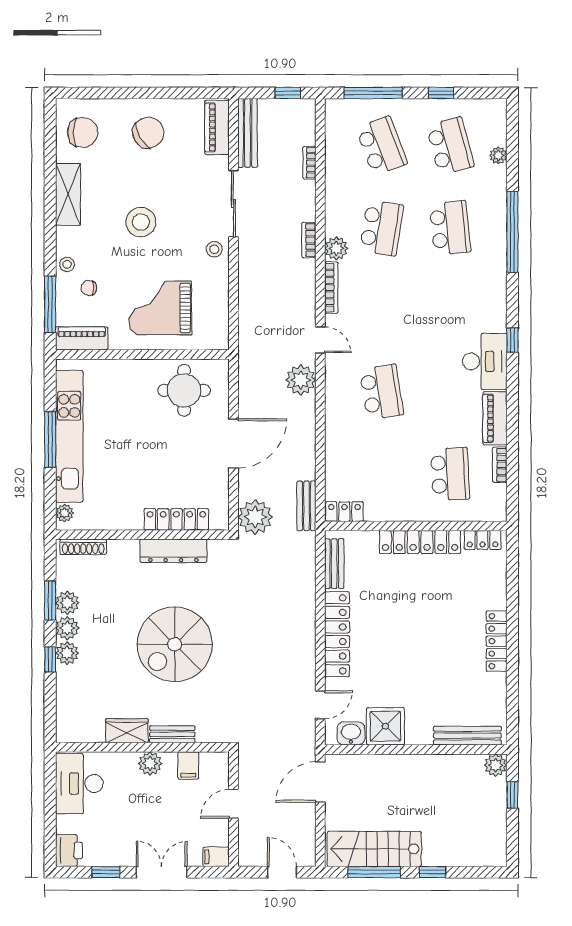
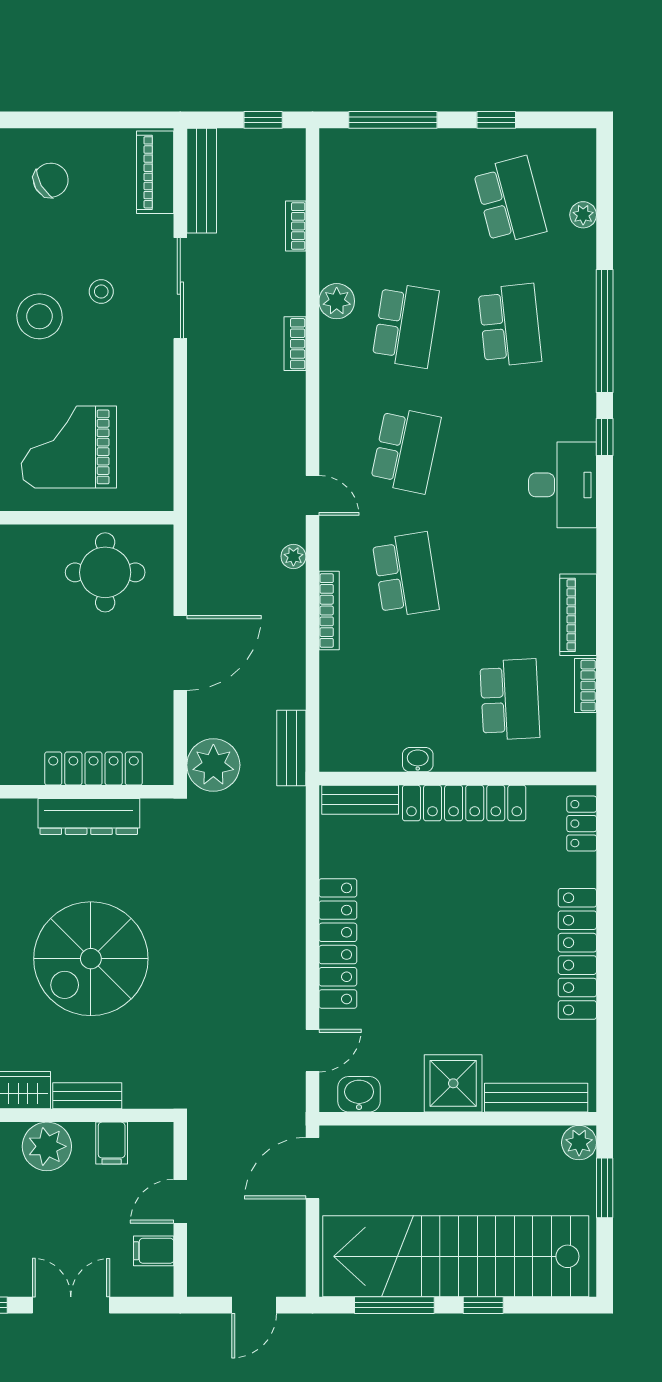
chair: (148, 133) -> (51, 180), width x0.73, depth x0.73
school desk: (382, 146) -> (406, 450), moved, turned 33
plant: (336, 248) -> (337, 301), moved
stool: (214, 249) -> (101, 292), moved
bookcase: (331, 288) -> (329, 611), moved
window: (512, 340) -> (605, 437), moved
desk: (485, 361) -> (563, 485), moved
plant: (301, 380) -> (293, 556), width x0.53, depth x0.53
locker: (344, 512) -> (349, 757), removed
washbasin: (390, 514) -> (418, 760), added
locker: (482, 540) -> (582, 824), moved, turned 90
bench: (334, 564) -> (360, 800), moved, turned 90
locker: (497, 641) -> (577, 954), width x1.41, depth x1.21
shower: (385, 726) -> (453, 1083), moved
plant: (150, 763) -> (47, 1146), width x1.36, depth x1.36
window: (512, 795) -> (605, 1188), width x1.50
stairs: (374, 849) -> (456, 1256), width x1.86, depth x1.51
filing cabinet: (216, 857) -> (154, 1251), moved
door: (282, 872) -> (254, 1305), swing flipped

